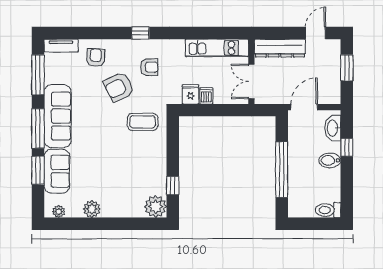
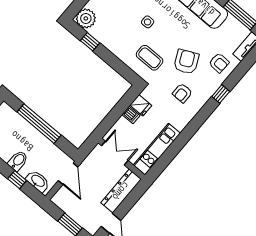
window: (140, 33) -> (221, 94), moved
coffee table: (143, 122) -> (150, 58), turned 90
side table: (113, 150) -> (148, 22), added

